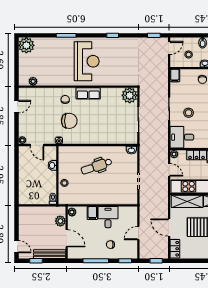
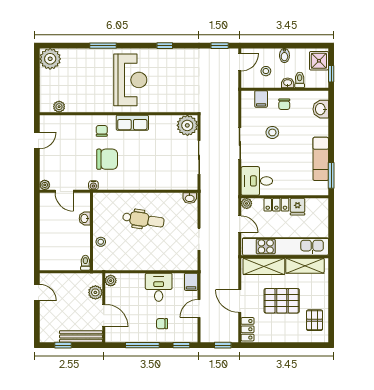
filing cabinet: (175, 76) -> (261, 99), moved
stool: (189, 113) -> (272, 132), moved
dental chair: (97, 166) -> (143, 220), turned -152
filing cabinet: (92, 213) -> (191, 282), moved
door: (16, 247) -> (37, 293), moved

